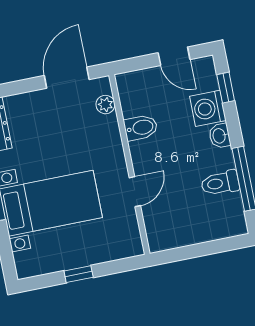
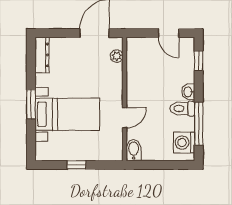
washing machine: (208, 108) -> (184, 143), moved
bidet: (141, 128) -> (134, 150), moved, turned -90
toilet: (220, 183) -> (182, 109), moved

